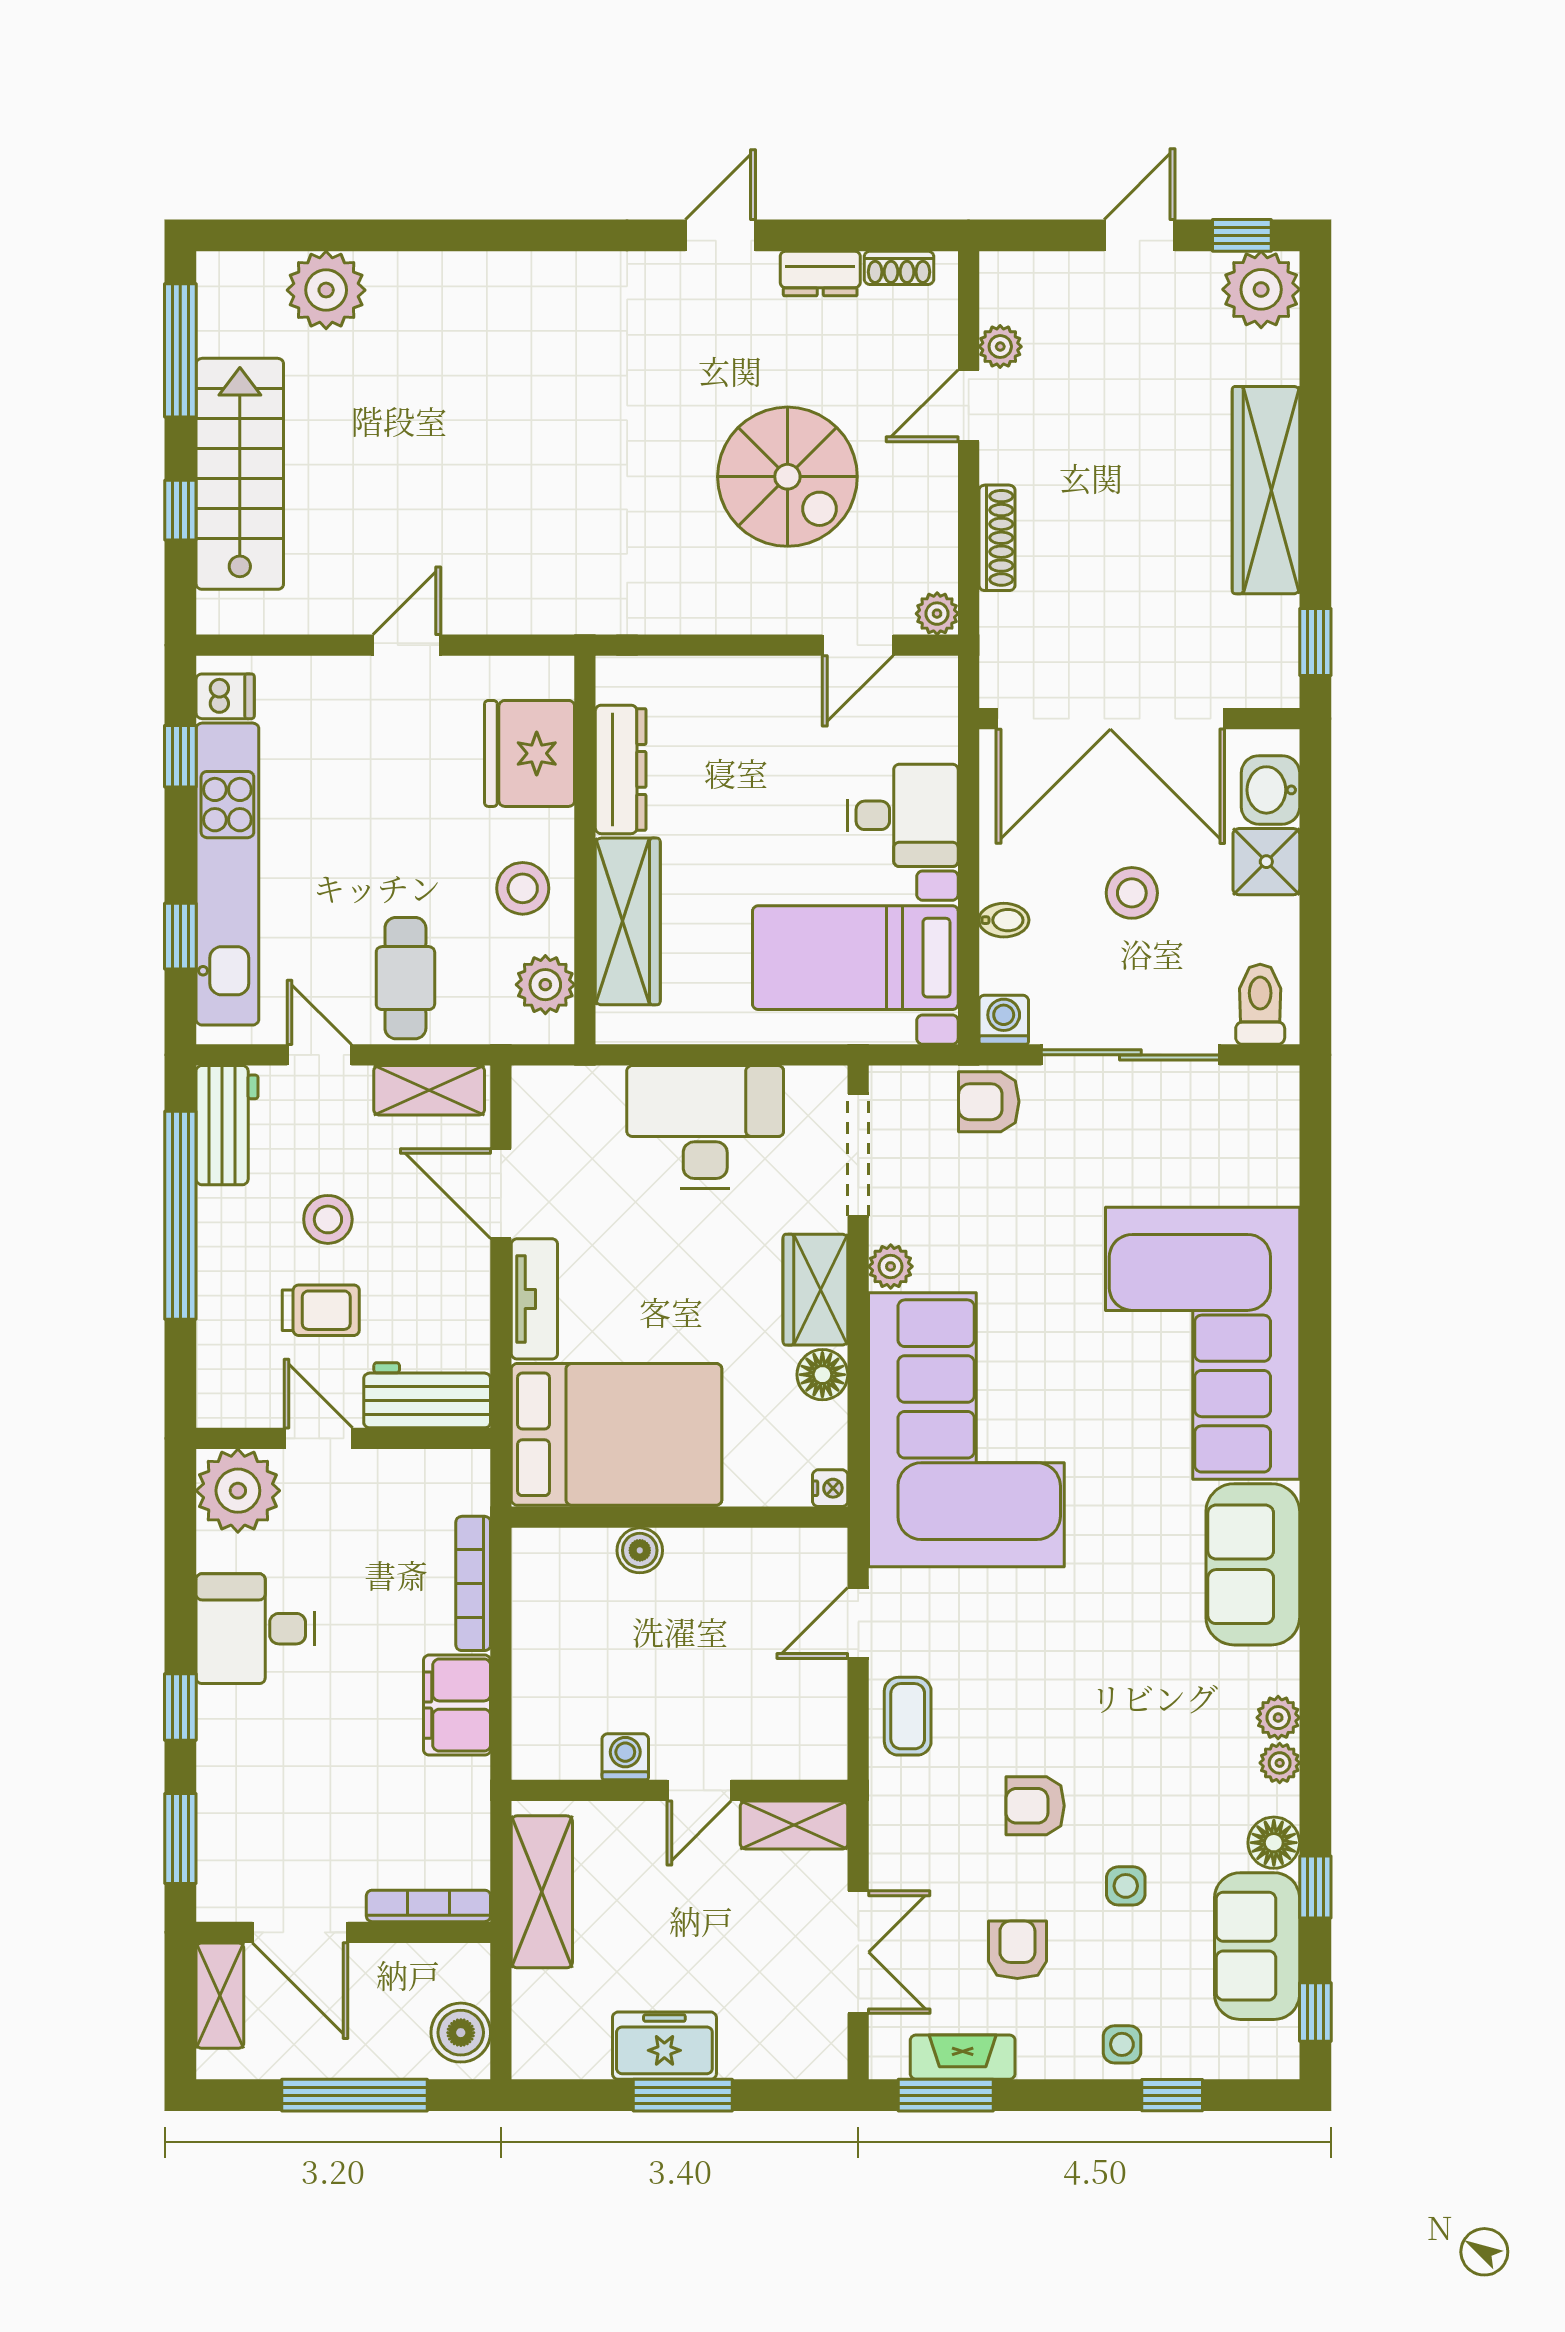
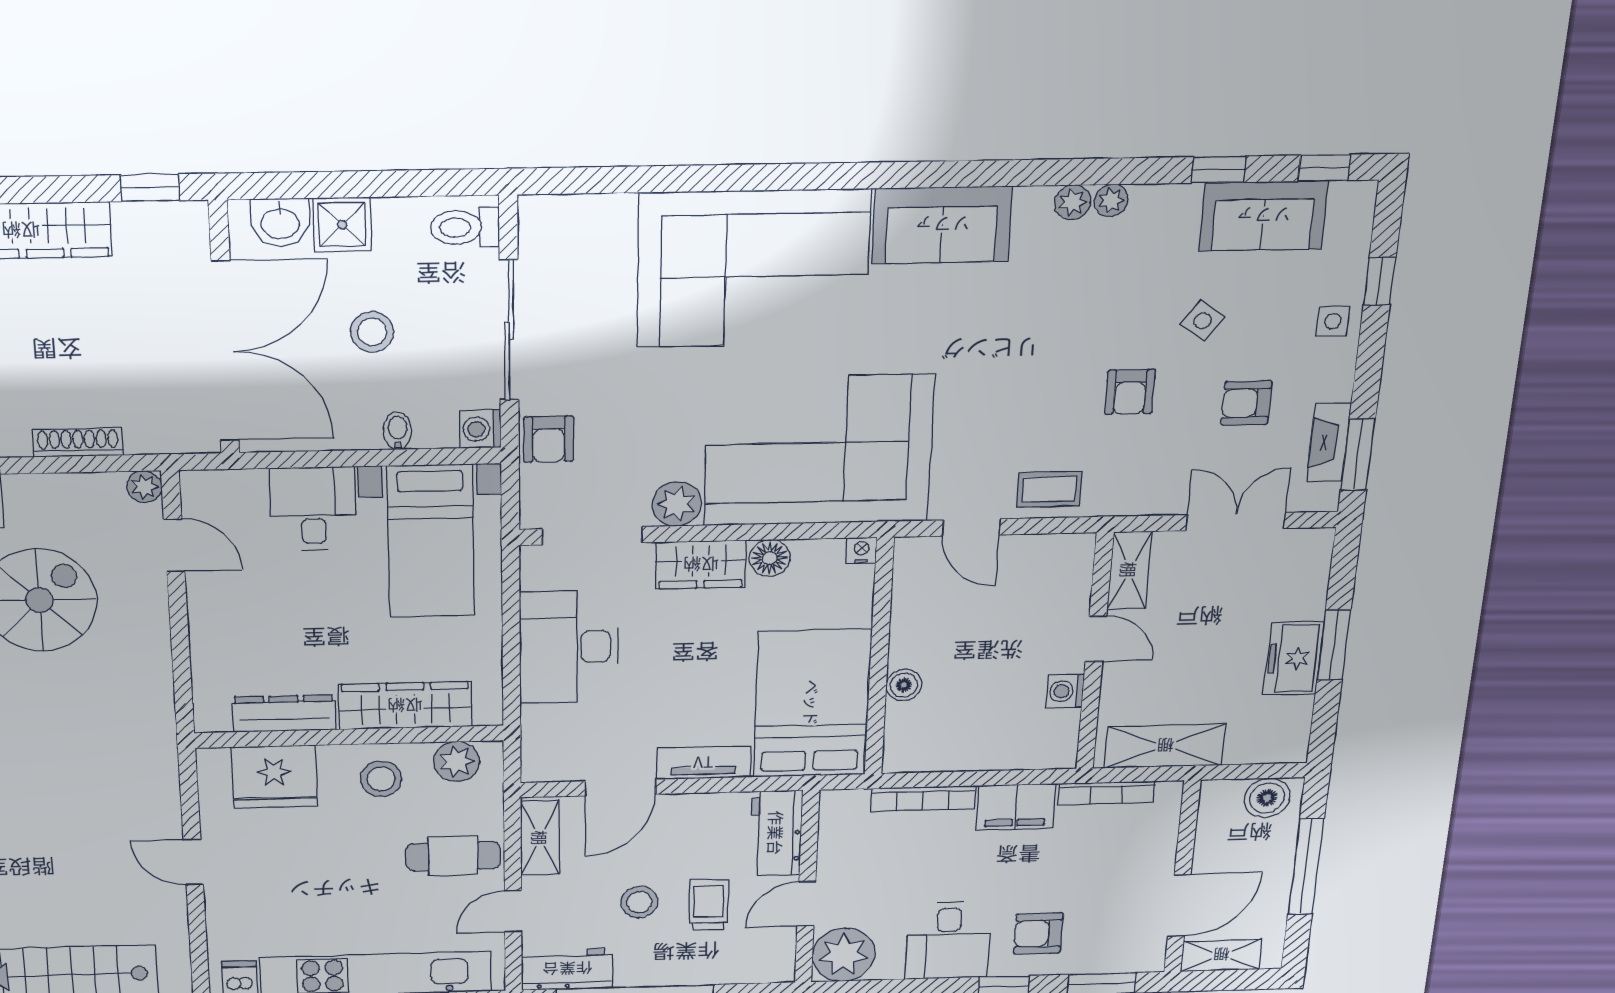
plant: (891, 1266) -> (677, 504), width x1.38, depth x1.38
armchair: (262, 1748) -> (1038, 933), added
floor lamp: (1274, 1843) -> (1178, 204), removed
side table: (1126, 1886) -> (1203, 321), turned 36
bookcase: (428, 1906) -> (1106, 793), moved, turned -90

